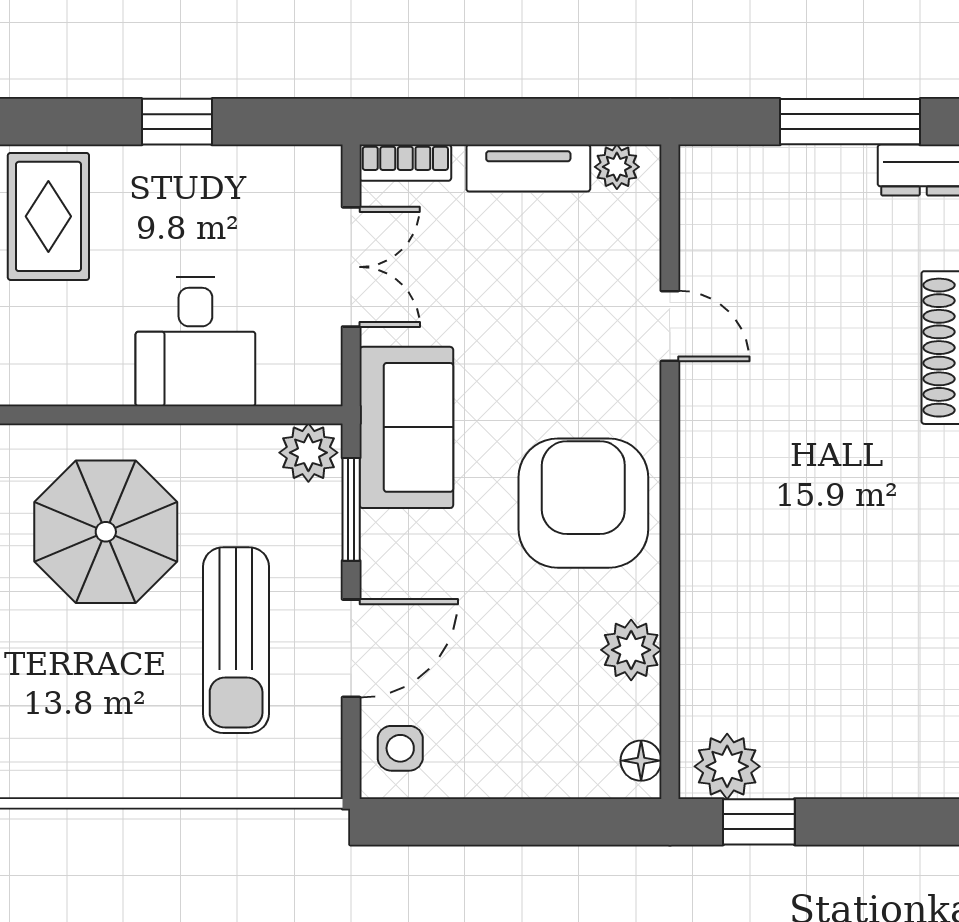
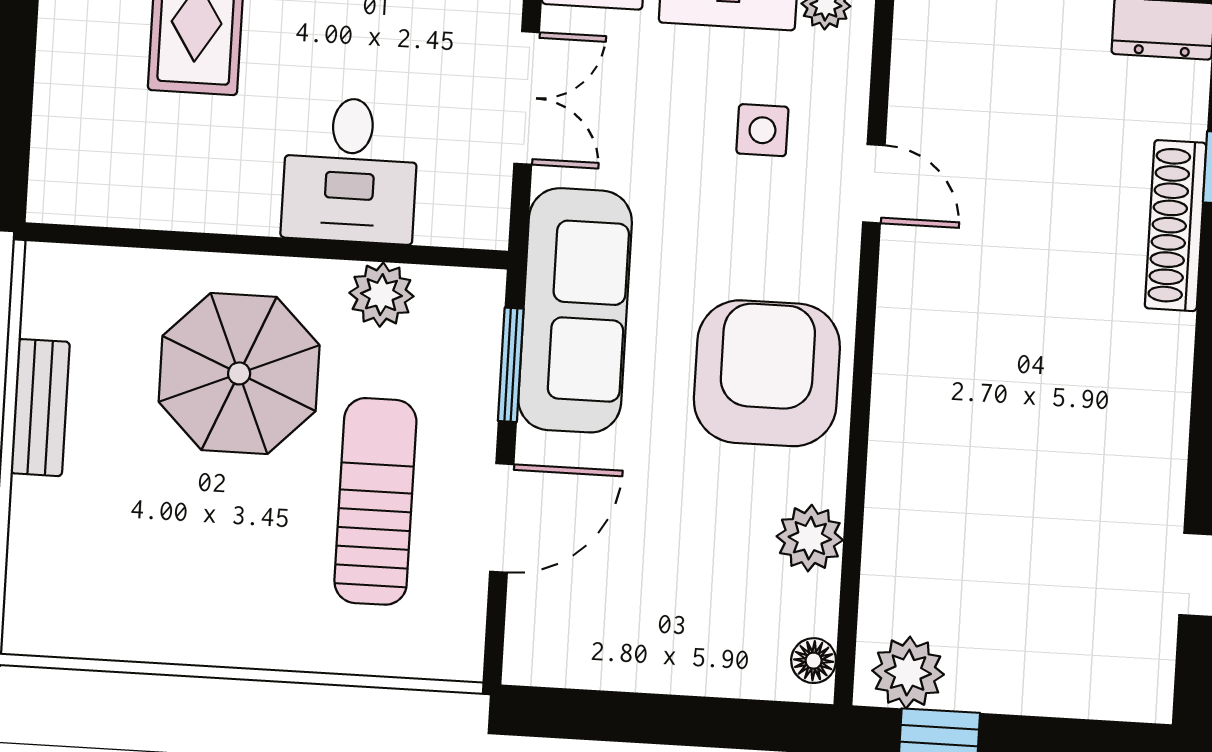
sofa: (406, 427) -> (575, 310), width x1.36
plant: (308, 453) -> (381, 295), moved
sun lounger: (236, 640) -> (375, 501), turned 180
side table: (400, 748) -> (762, 130), moved

